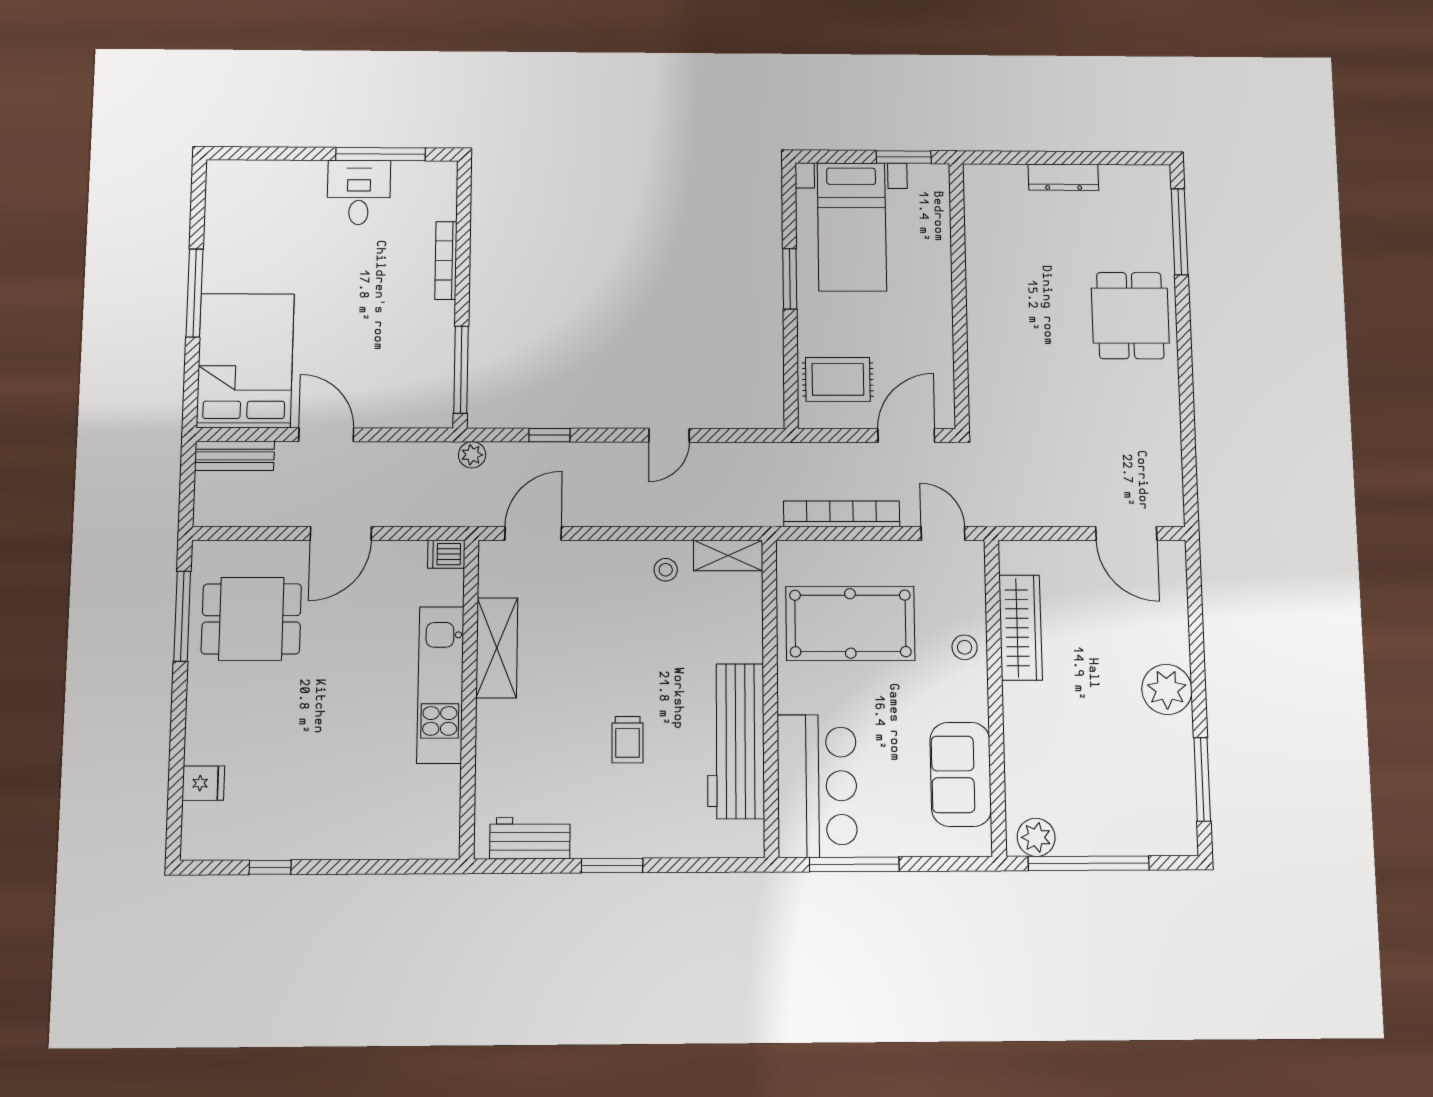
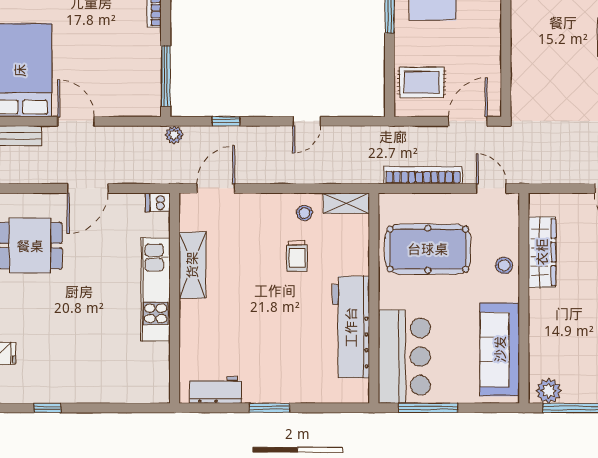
trolley: (627, 740) -> (297, 256), moved
sofa: (961, 774) -> (500, 349), width x1.36

